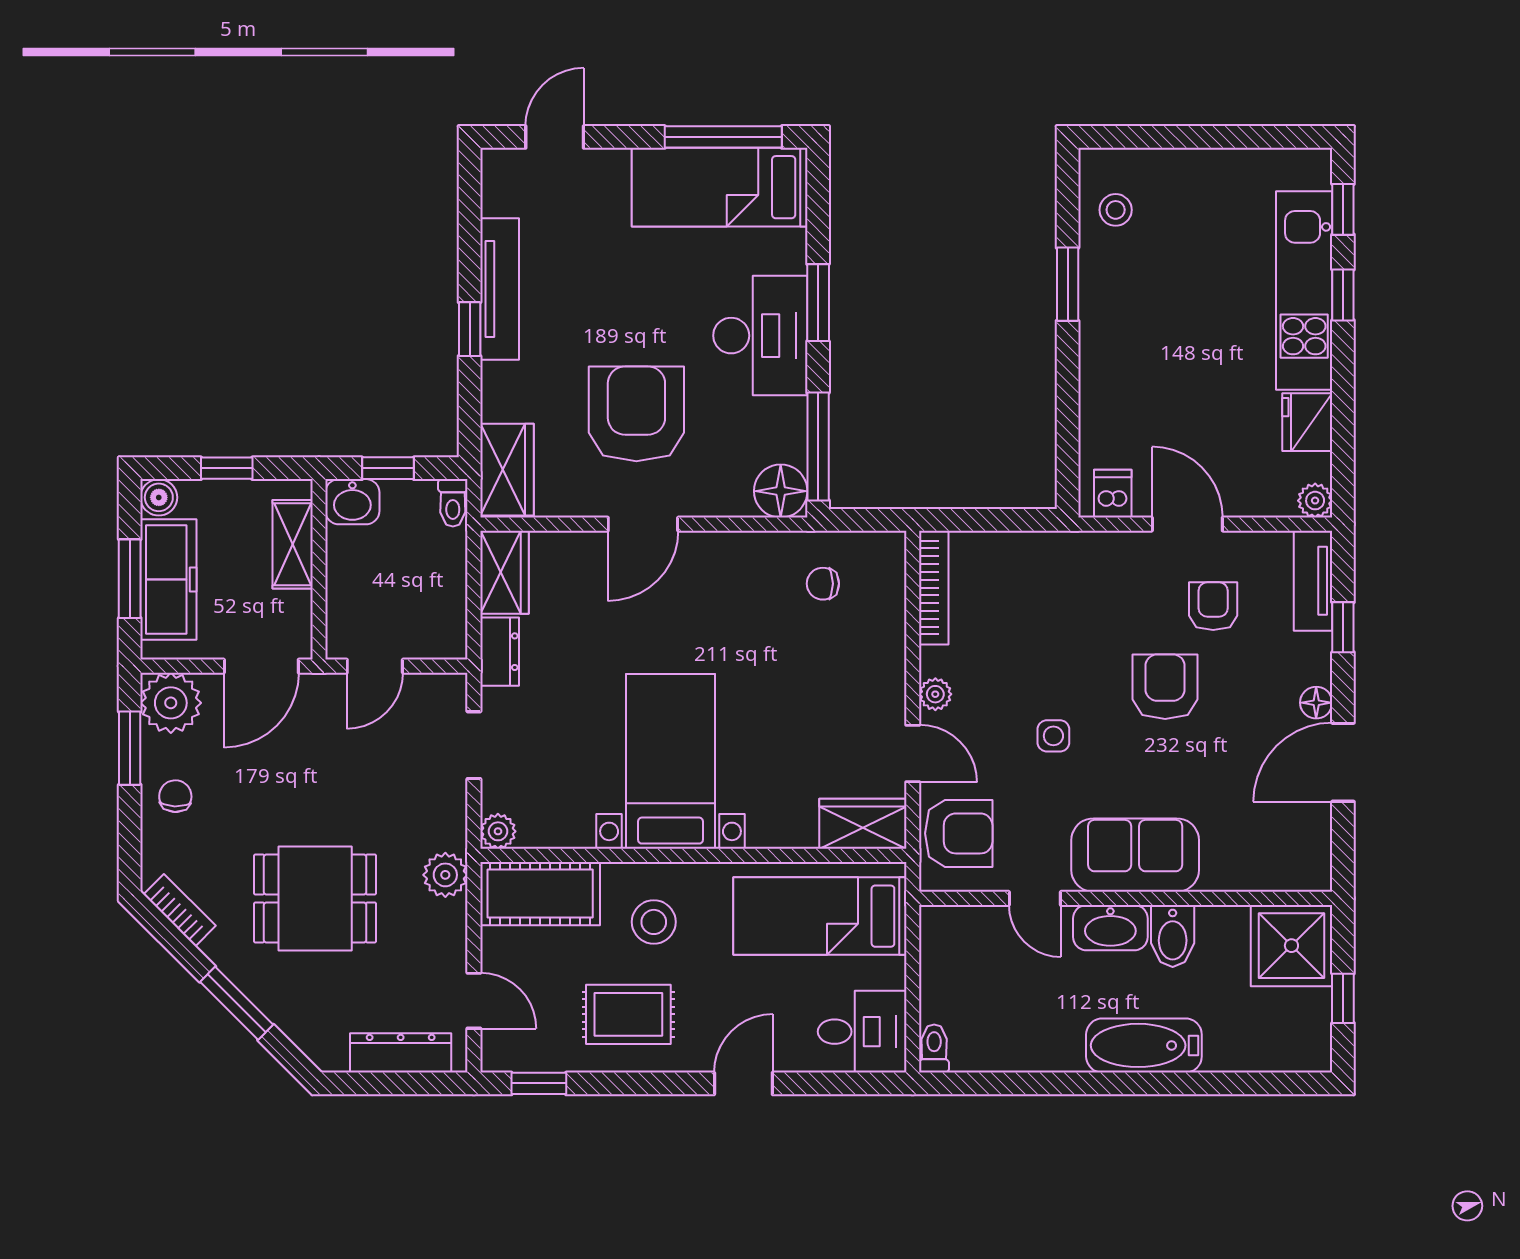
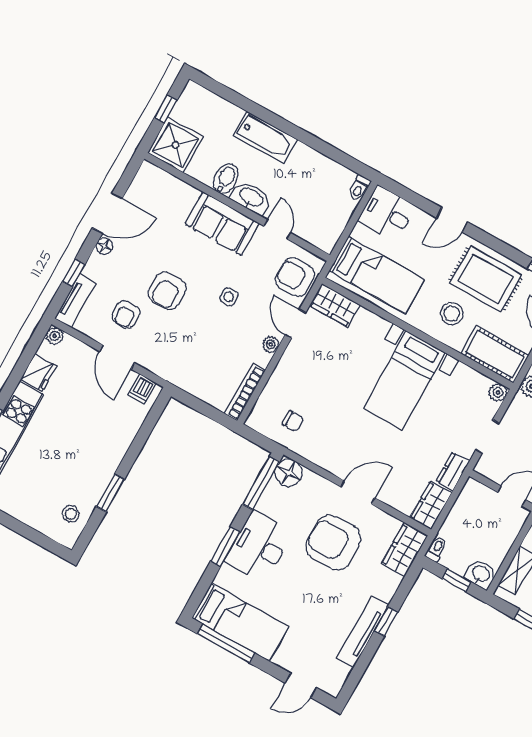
armchair: (636, 414) -> (333, 543), turned 90
rug: (628, 1014) -> (486, 279), width x1.36, depth x1.43

